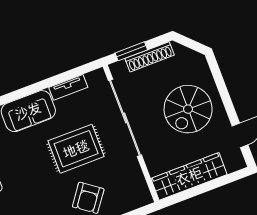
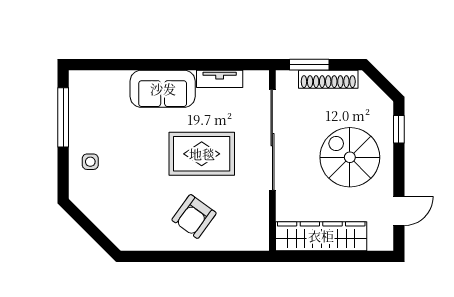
window: (217, 74) -> (399, 129), added
spiral stairs: (188, 109) -> (350, 157), turned 90

